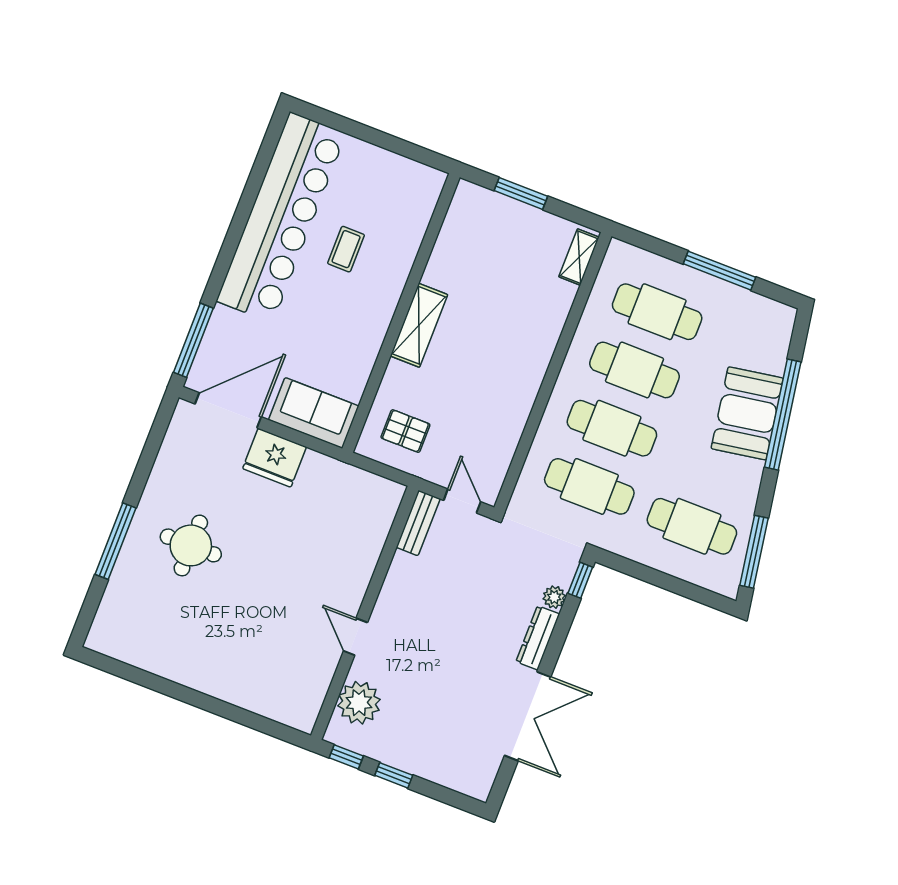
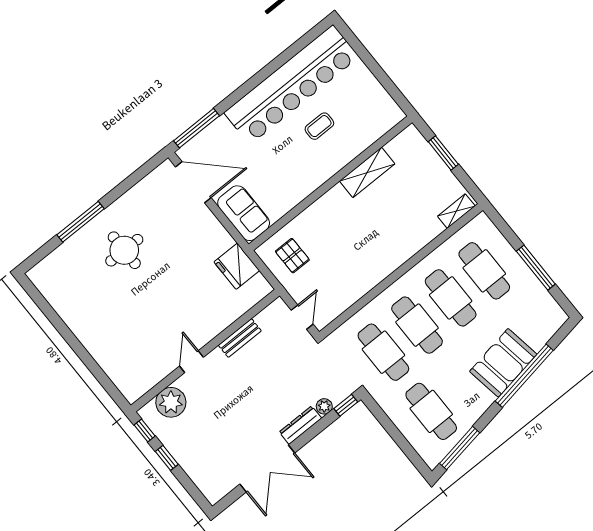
shelving: (419, 325) -> (367, 172), moved
fridge: (275, 458) -> (237, 266), moved
bench: (418, 523) -> (240, 338), moved

